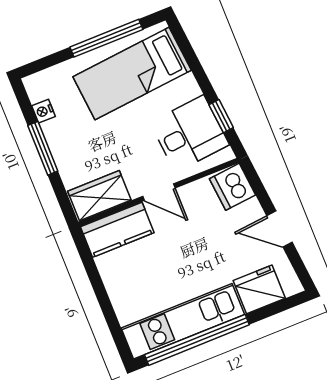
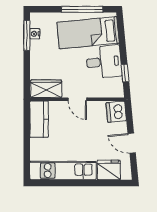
desk: (189, 134) -> (104, 62), moved
window: (43, 148) -> (27, 35), moved
kitchen counter: (117, 230) -> (39, 119), moved, turned -90
window: (197, 340) -> (66, 183), removed

